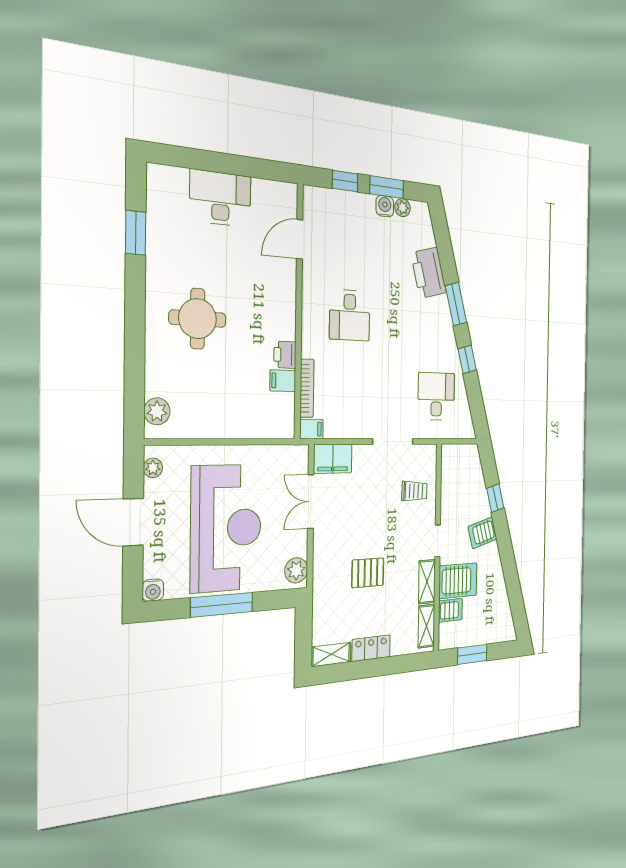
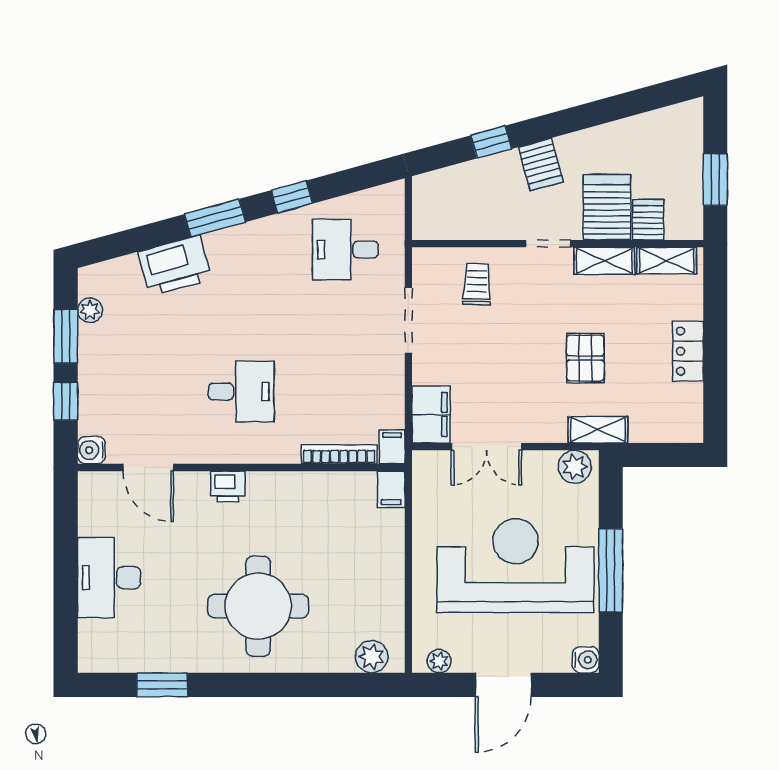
water cooler: (385, 206) -> (91, 450), moved
round table: (198, 319) -> (258, 606), width x1.36, depth x1.36
printer: (285, 355) -> (228, 487), moved
filing cabinet: (283, 381) -> (391, 489), moved
shelving: (331, 654) -> (598, 430), moved, turned 90

